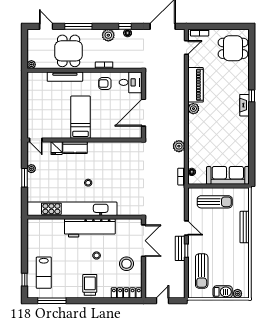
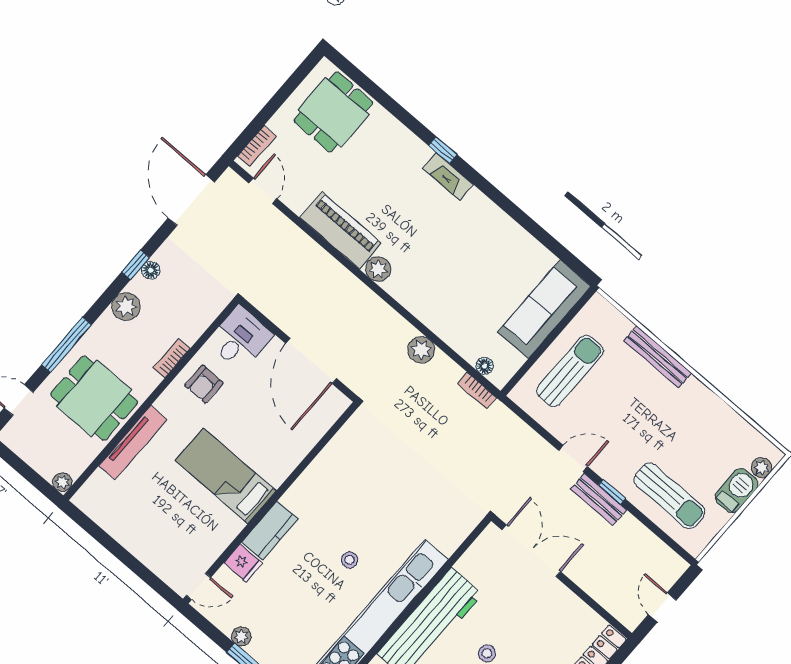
stool: (126, 264) -> (546, 614), removed

